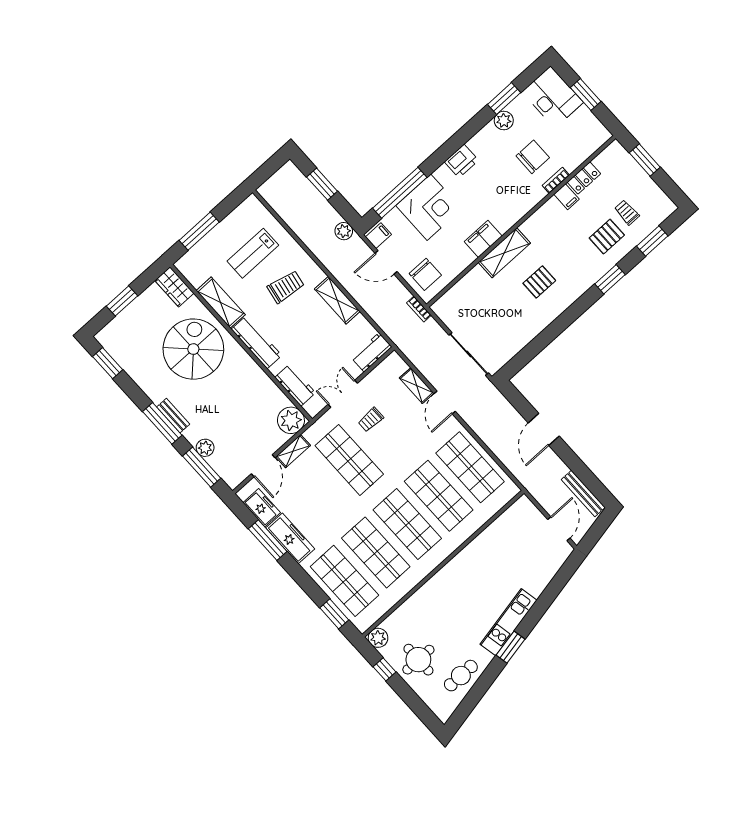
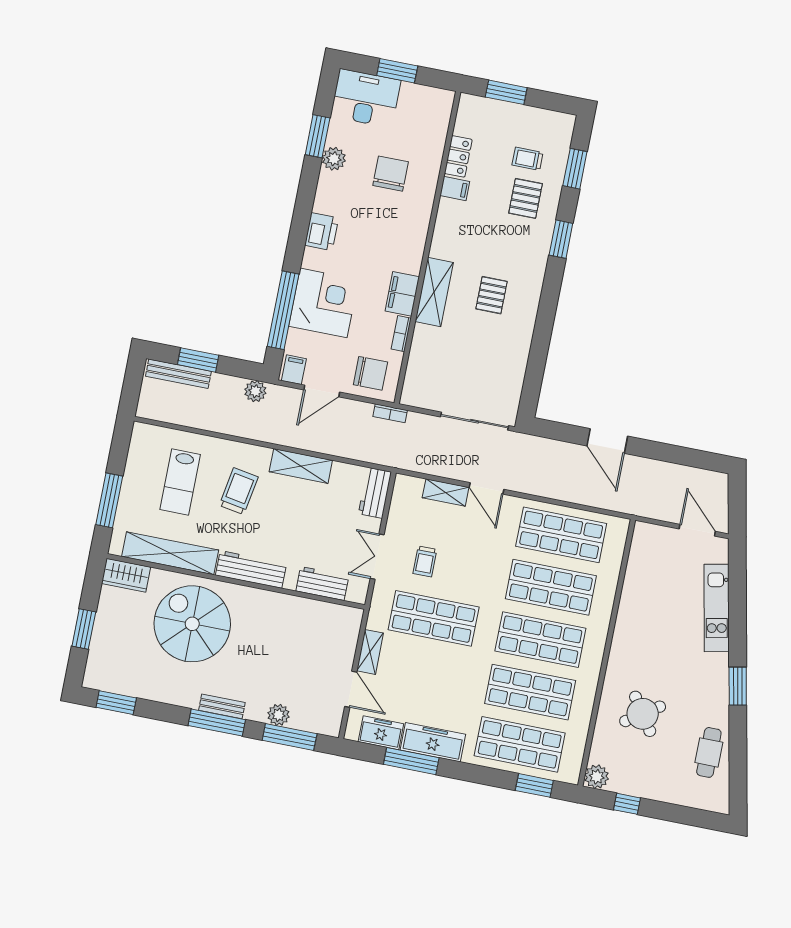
bookcase: (556, 180) -> (401, 334), moved
shelving: (221, 303) -> (170, 553), width x1.47
plant: (291, 420) -> (345, 622), removed
bench: (583, 494) -> (178, 374), moved
kitchen unit: (508, 622) -> (717, 608), moved
round table: (418, 660) -> (643, 714), moved, turned -34

